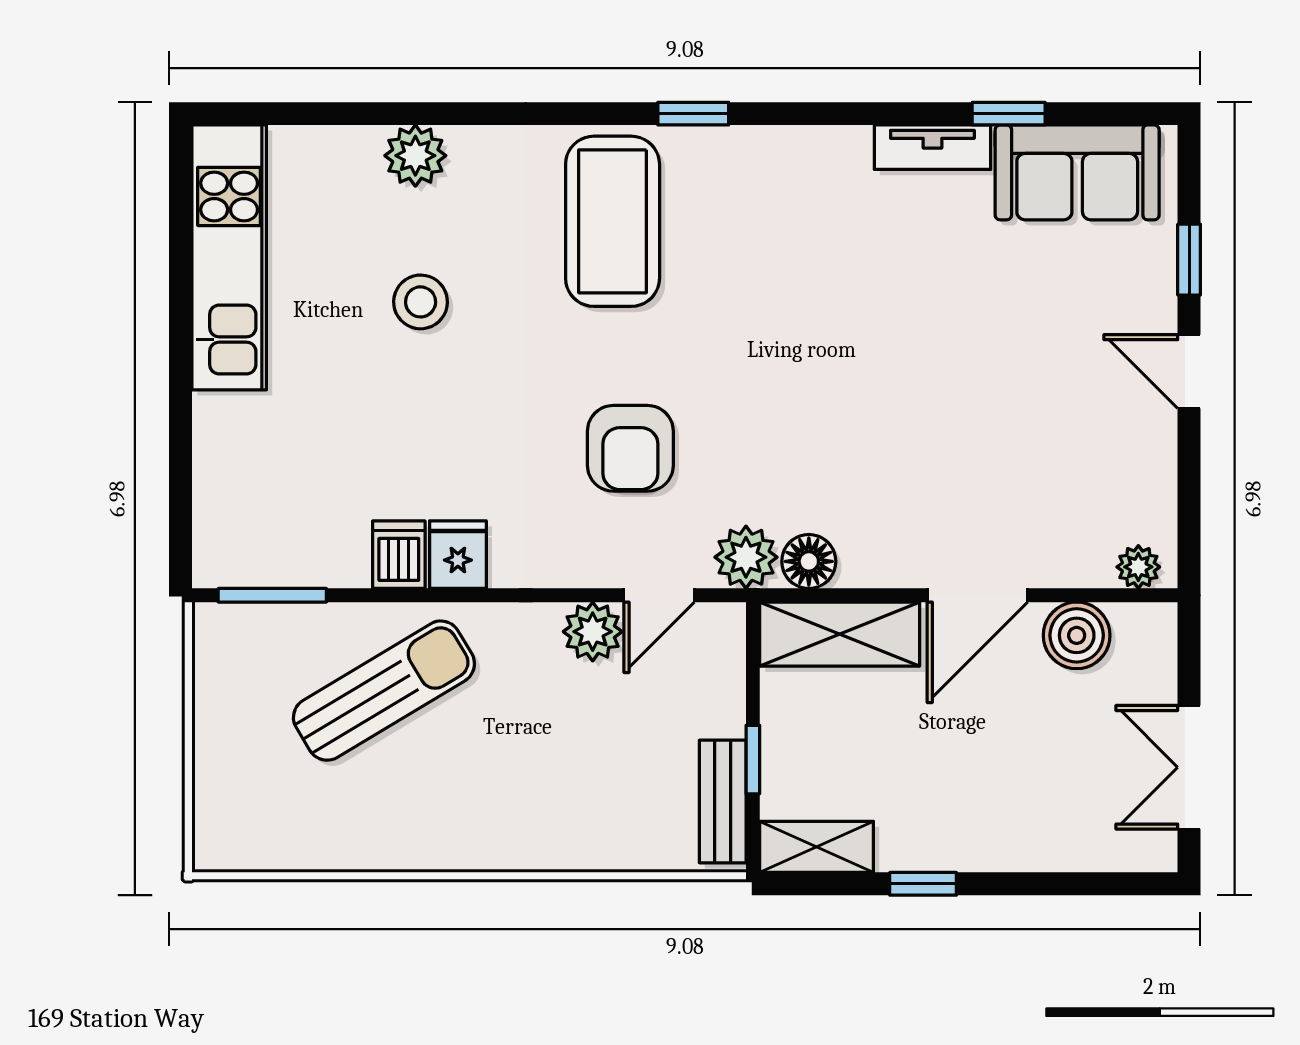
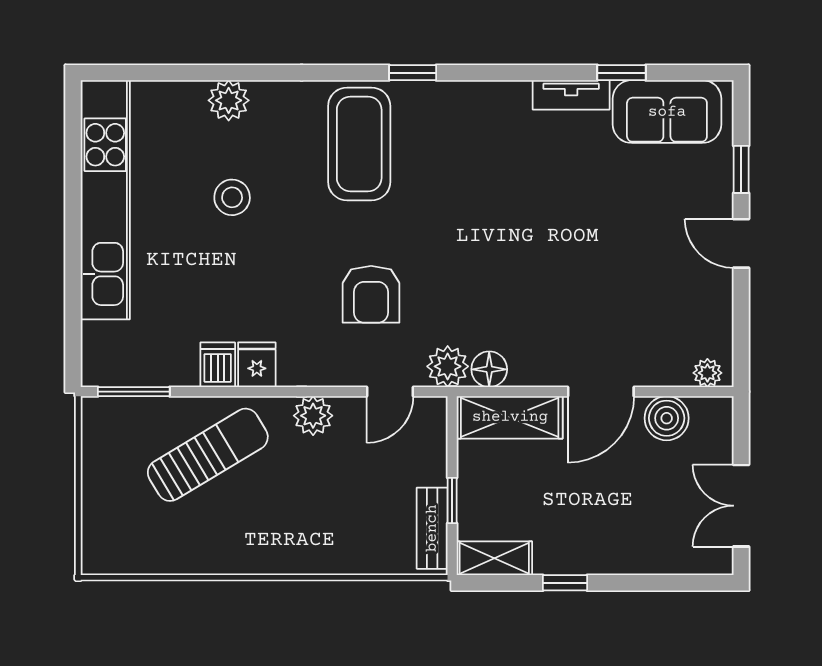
kitchen unit: (229, 257) -> (105, 200), width x1.36
plant: (593, 632) -> (313, 416), moved

